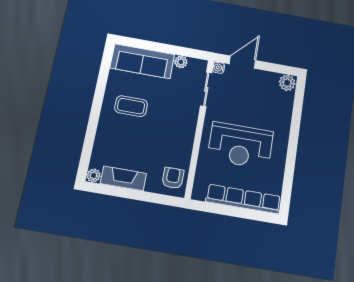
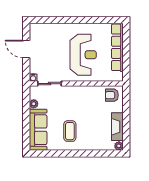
door: (242, 62) -> (26, 49), moved
plant: (287, 83) -> (35, 29), removed

